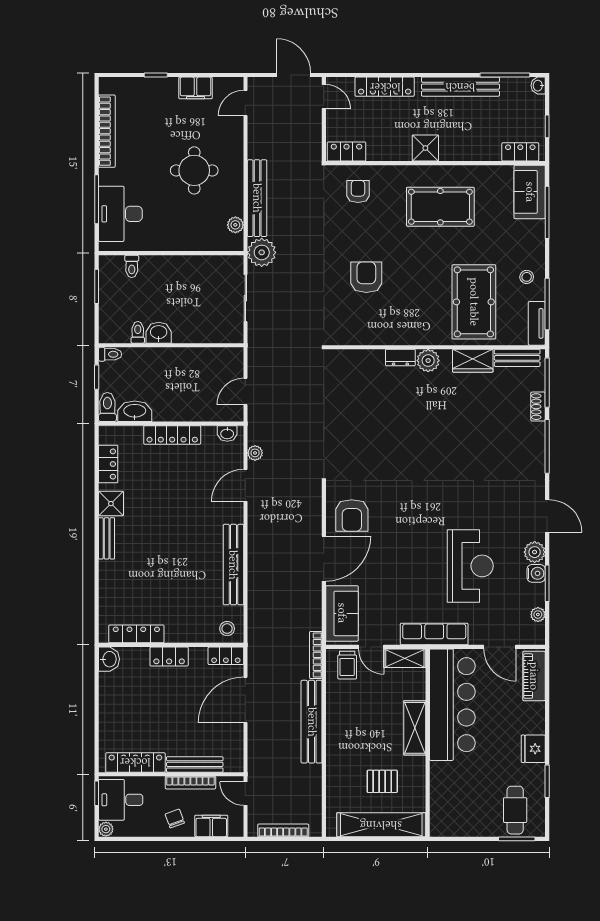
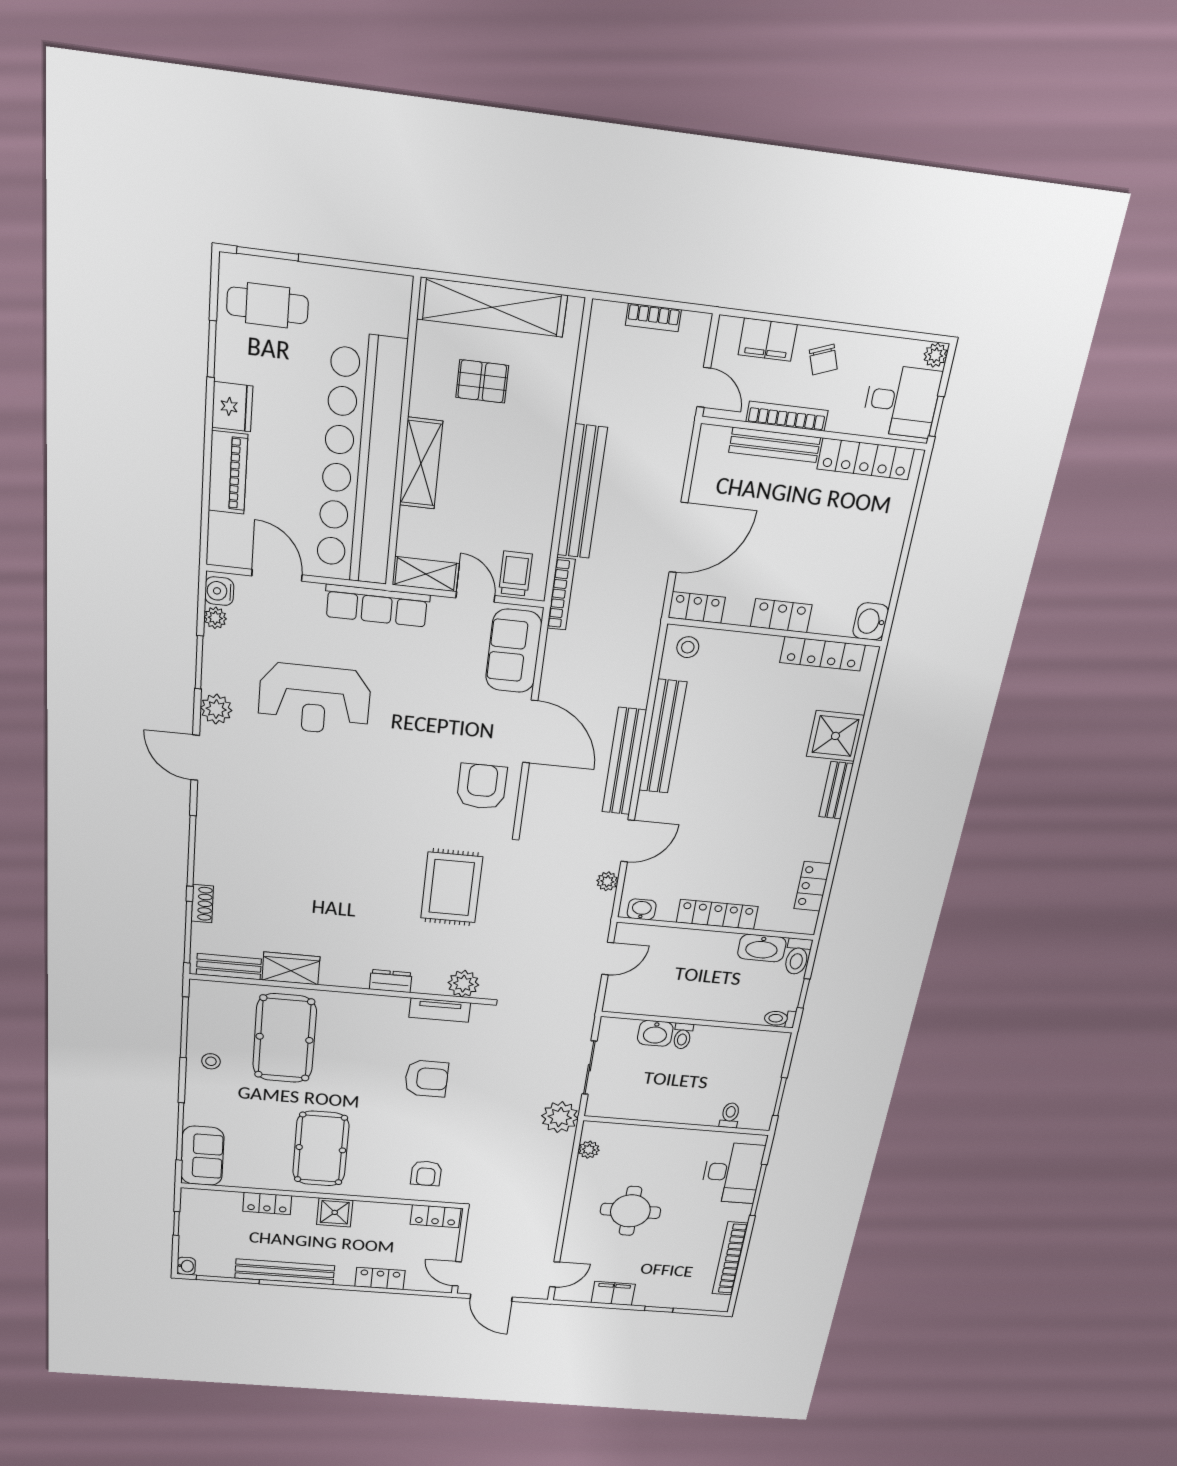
locker: (385, 87) -> (380, 1278), width x0.66
locker: (520, 152) -> (267, 1203), moved
bench: (257, 198) -> (624, 761), moved
pool table: (440, 207) -> (321, 1149), turned 90
armchair: (366, 277) -> (426, 1079), turned -90
tv unit: (537, 323) -> (440, 1010), moved, turned 90
toilet: (138, 332) -> (683, 1036), moved
washbasin: (159, 333) -> (655, 1033), moved
plant: (428, 361) -> (463, 984), moved
rug: (364, 437) -> (452, 888), added
shower: (111, 504) -> (835, 736), moved, width x1.36, depth x1.36
door: (324, 559) -> (530, 732), swing flipped
reception desk: (470, 566) -> (314, 699), turned -90
water cooler: (536, 573) -> (219, 591), moved
piano: (534, 676) -> (228, 473), moved
bar counter: (452, 705) -> (361, 461), width x1.36
cafe table: (515, 810) -> (267, 305), turned 90
bookcase: (283, 830) -> (653, 317), width x0.64

